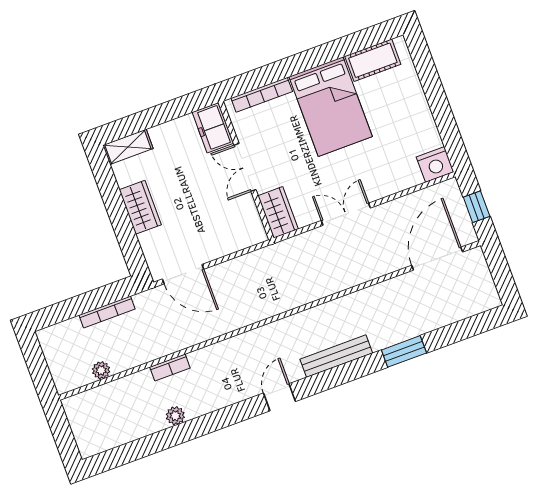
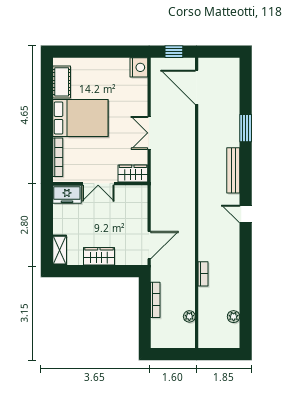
plant: (175, 416) -> (234, 317), moved

